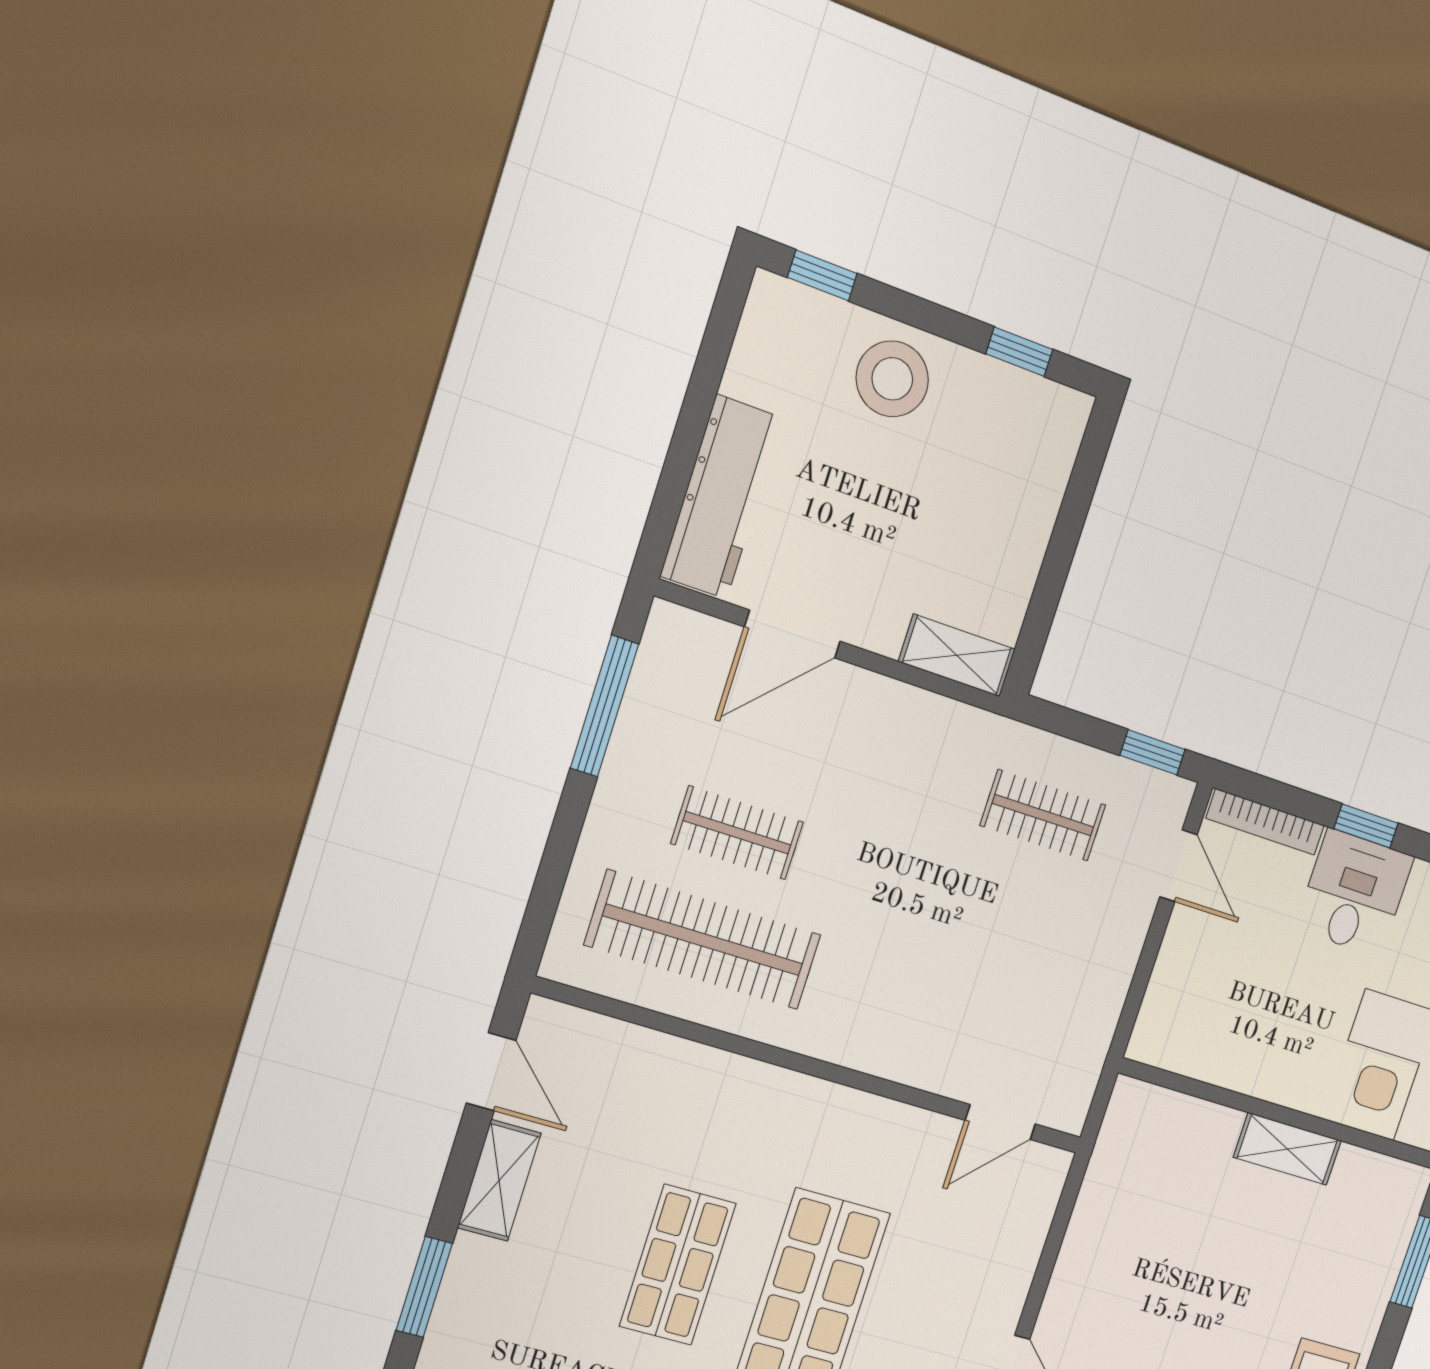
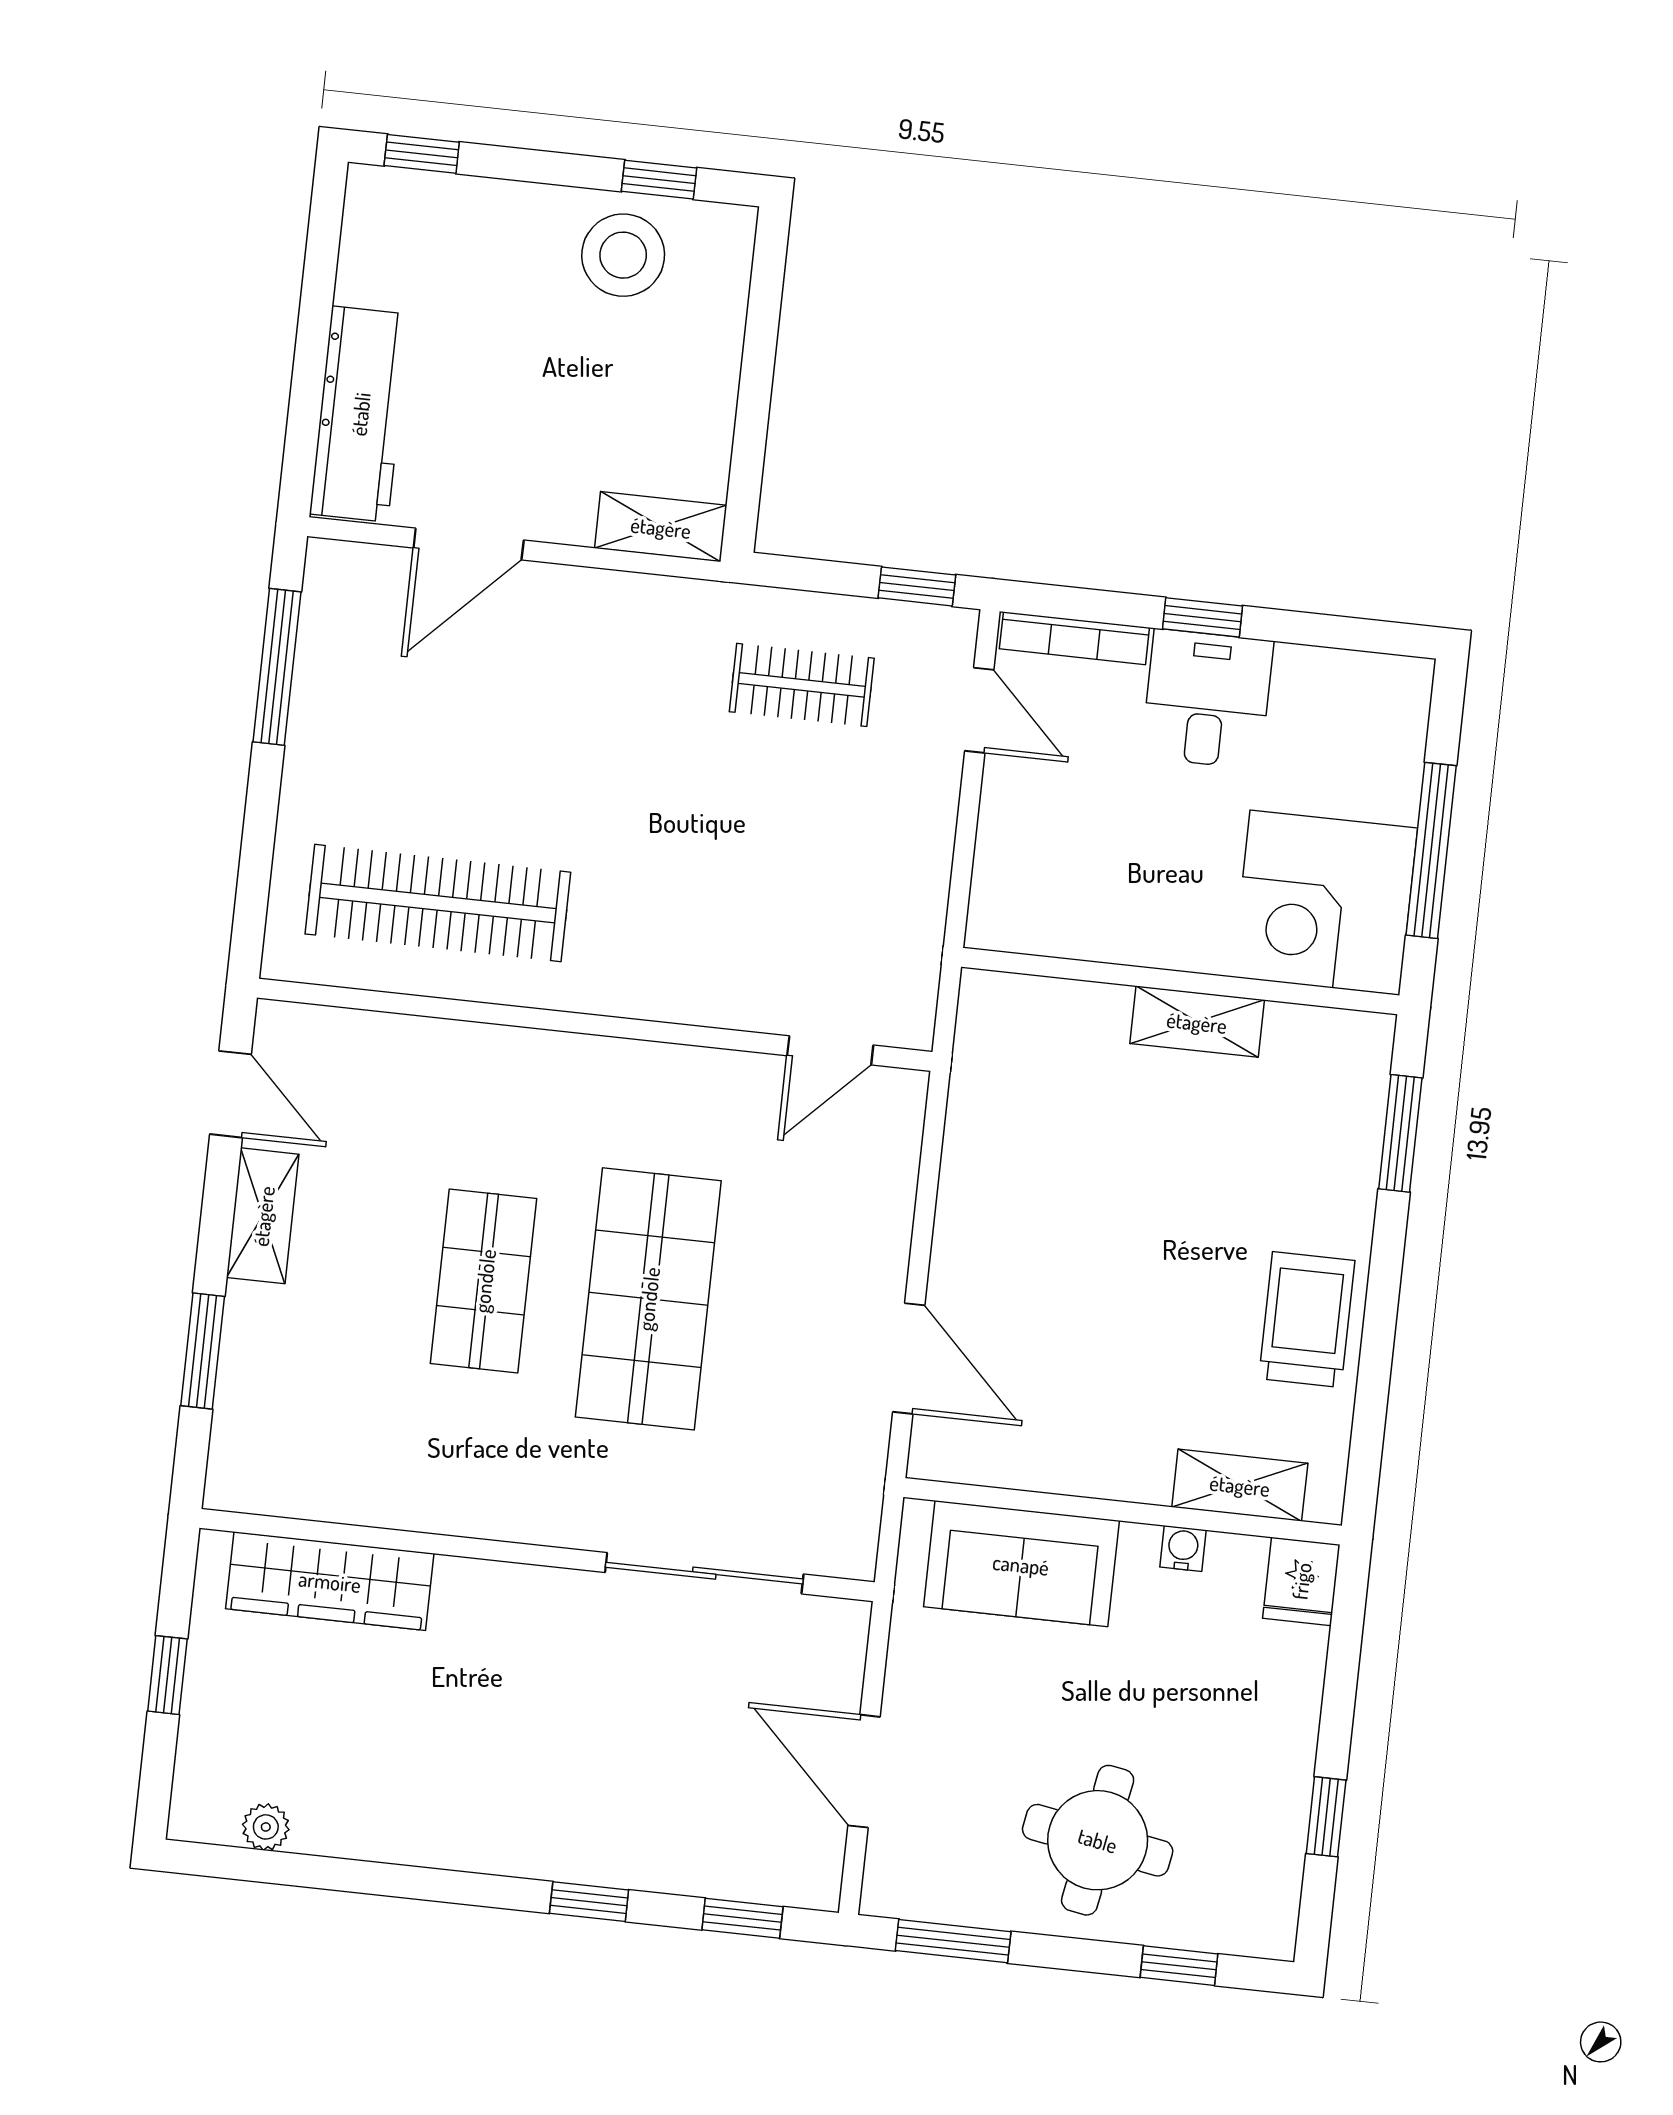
stool: (892, 379) -> (623, 255), moved
clothes rail: (737, 833) -> (452, 776), removed

